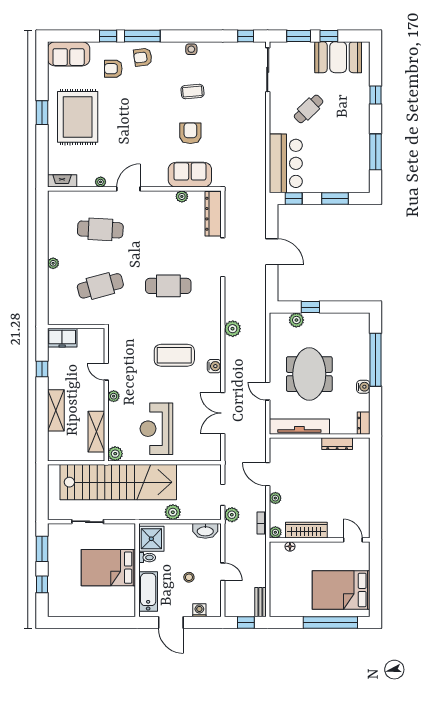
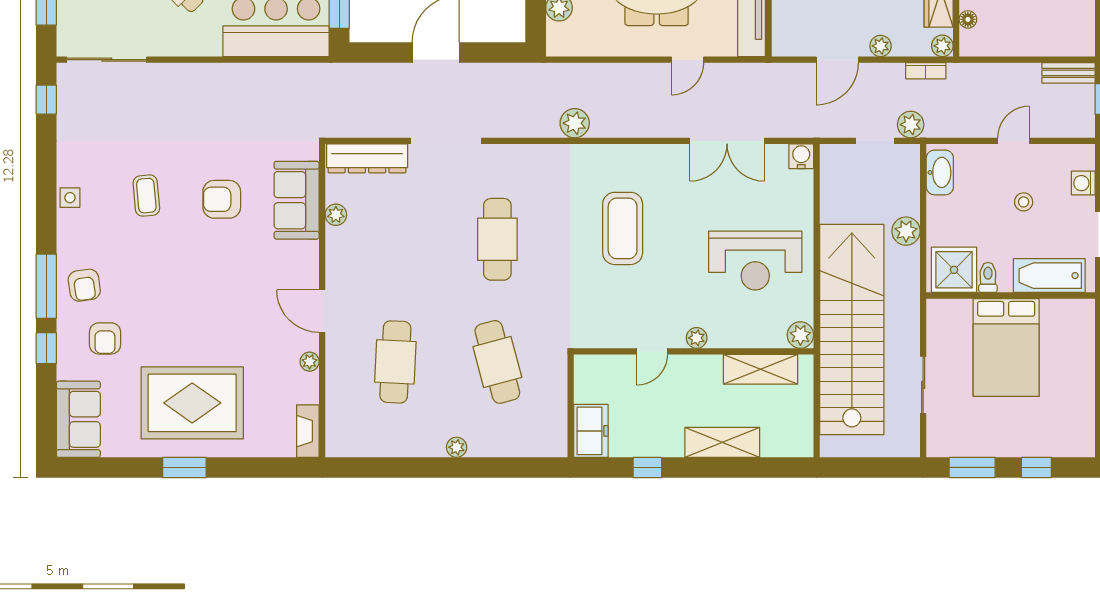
water cooler: (214, 366) -> (801, 156), moved

